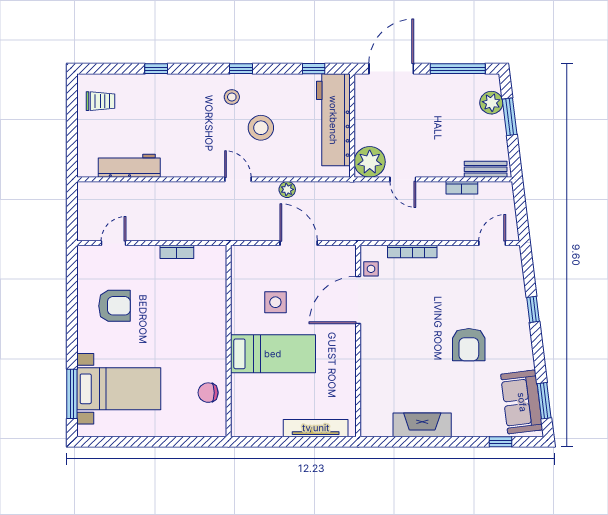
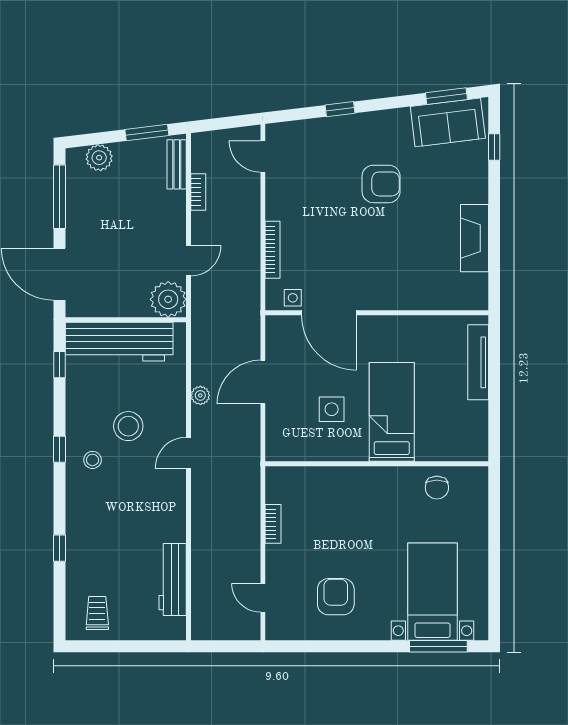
window: (510, 117) -> (147, 133), moved

